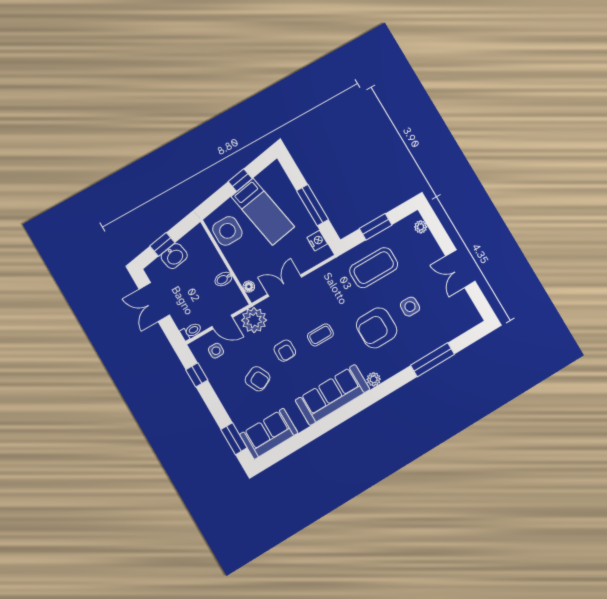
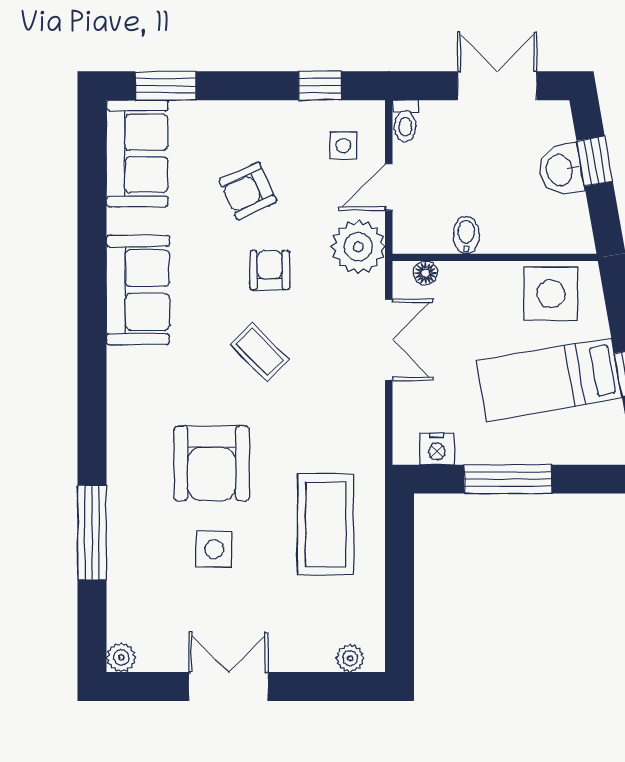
window: (376, 227) -> (400, 573), removed
armchair: (377, 328) -> (212, 463), turned 180
coffee table: (320, 335) -> (260, 352), turned -45
armchair: (285, 351) -> (270, 270), turned 90
plant: (374, 379) -> (121, 657), moved
sofa: (333, 395) -> (138, 290), width x0.73

